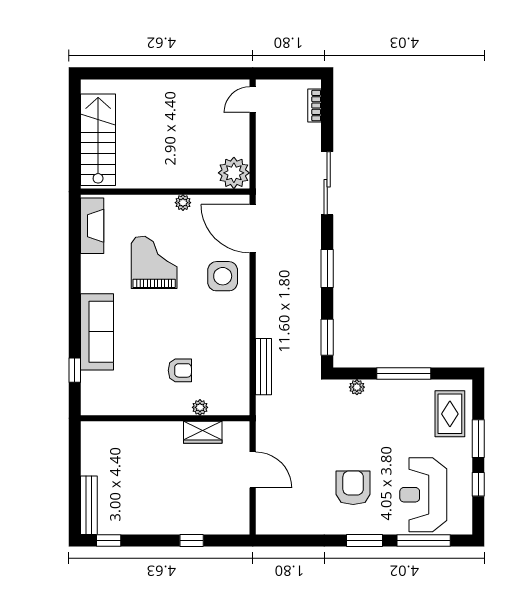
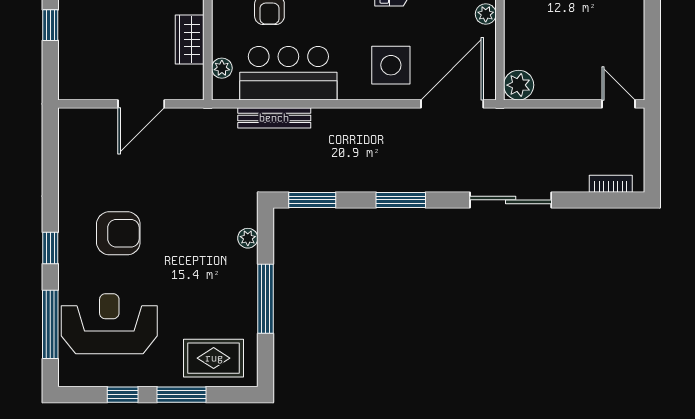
plant: (234, 173) -> (519, 85), width x0.73, depth x0.73
bar counter: (229, 356) -> (288, 73), added
plant: (200, 407) -> (222, 68), moved
window: (364, 540) -> (50, 248), width x0.67

